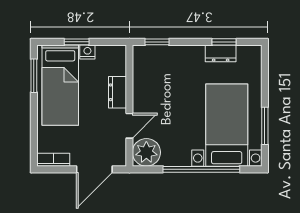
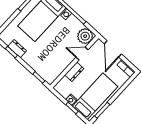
door: (94, 169) -> (113, 49), swing flipped

